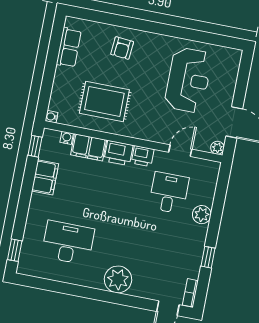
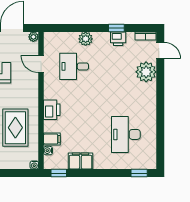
filing cabinet: (89, 147) -> (52, 139), width x0.50
printer: (143, 156) -> (118, 39), moved, turned 90
plant: (118, 279) -> (146, 72), moved

